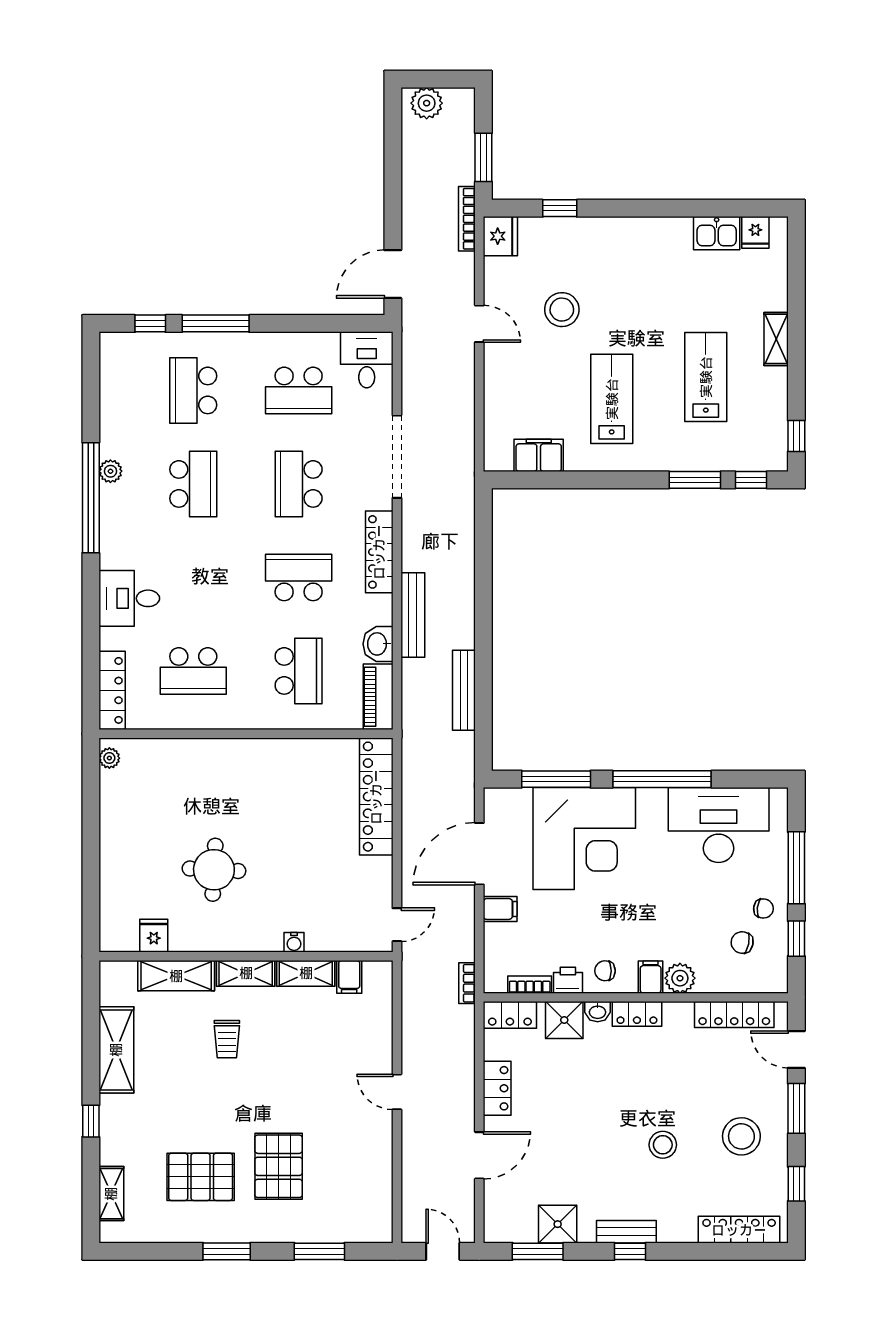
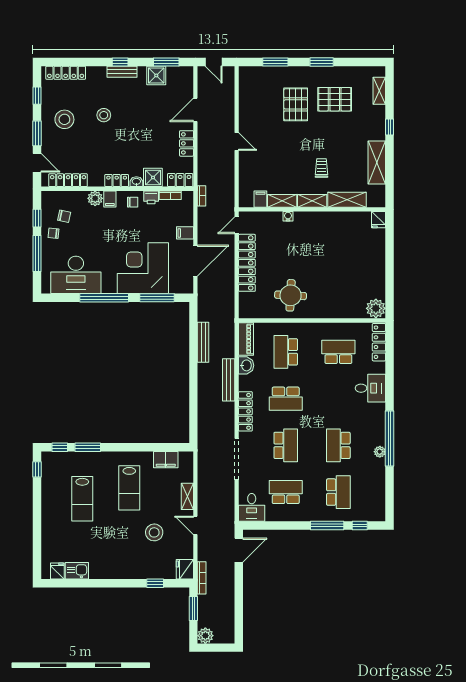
plant: (427, 103) -> (205, 636), moved
shelving: (776, 339) -> (187, 496), moved
plant: (109, 758) -> (376, 308), width x1.88, depth x1.88
locker: (376, 797) -> (247, 263), moved
round table: (214, 870) -> (291, 295), moved
fridge: (154, 936) -> (378, 220), moved

